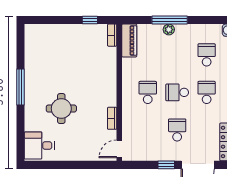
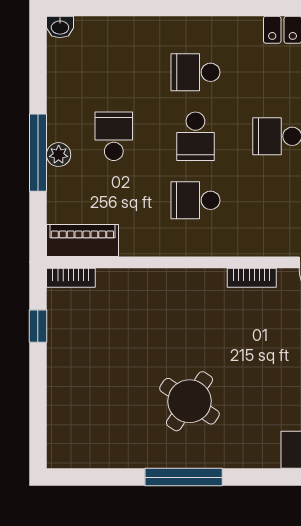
school desk: (207, 55) -> (114, 136), moved, turned 90
round table: (61, 109) -> (189, 401), moved, turned 34

